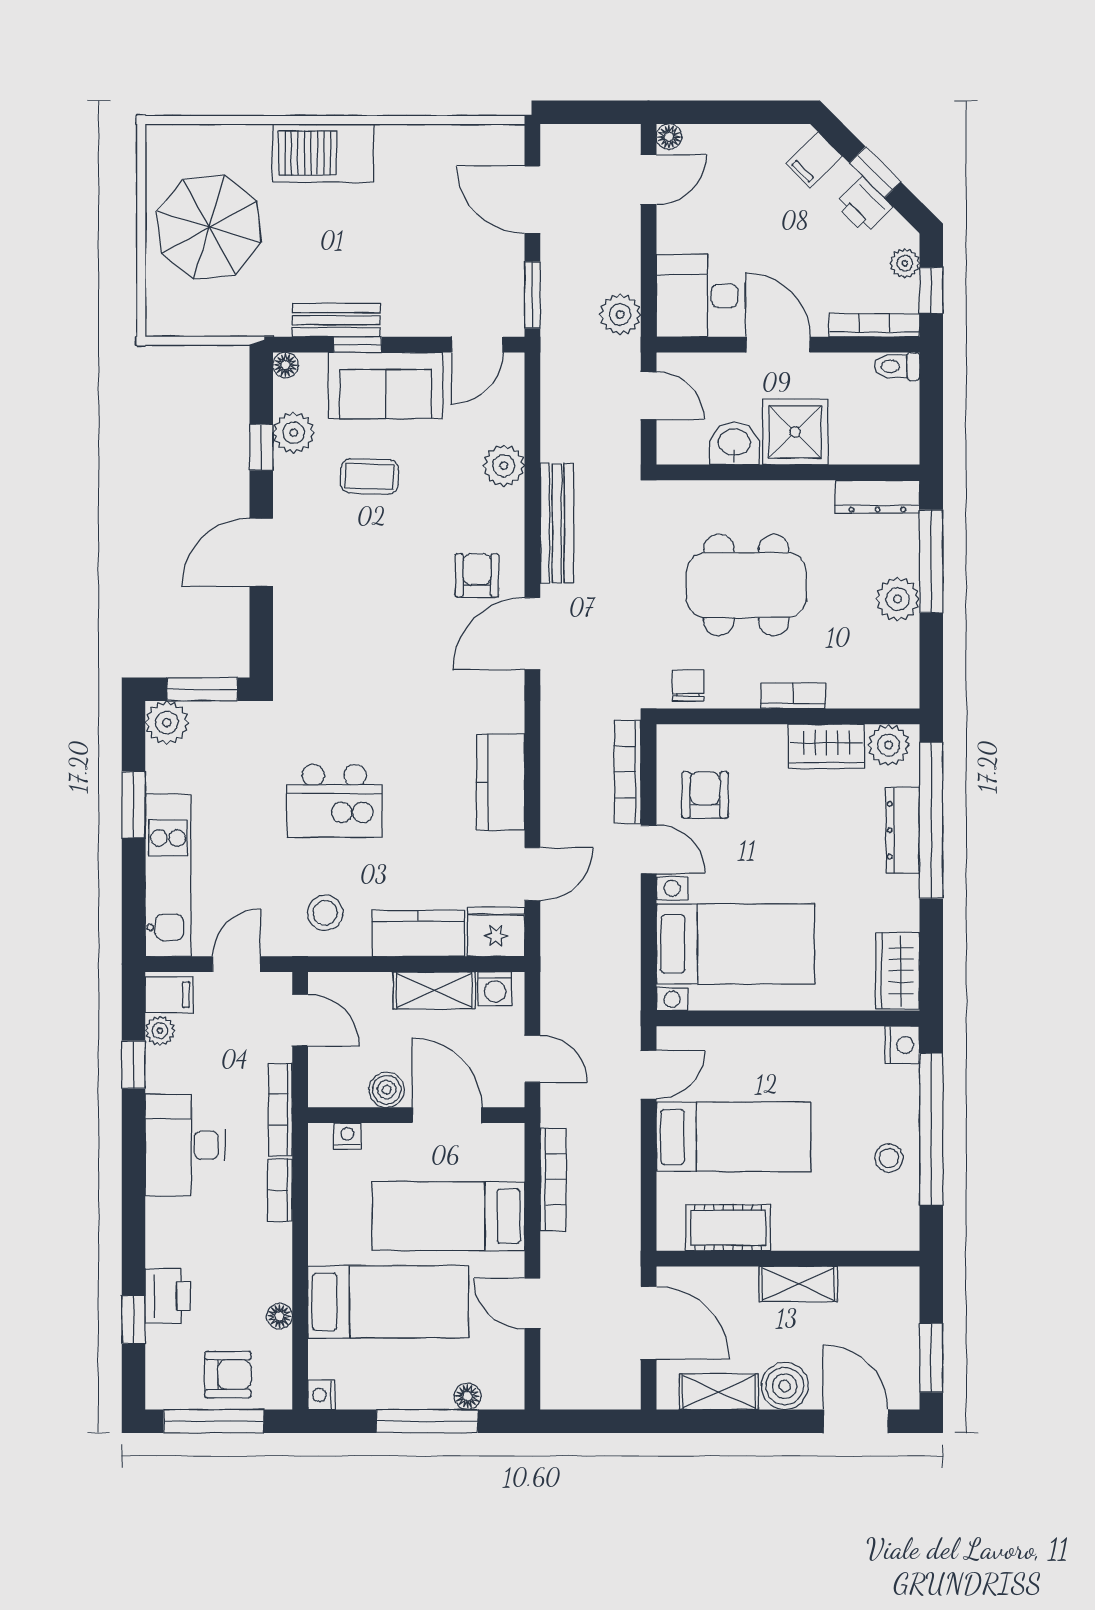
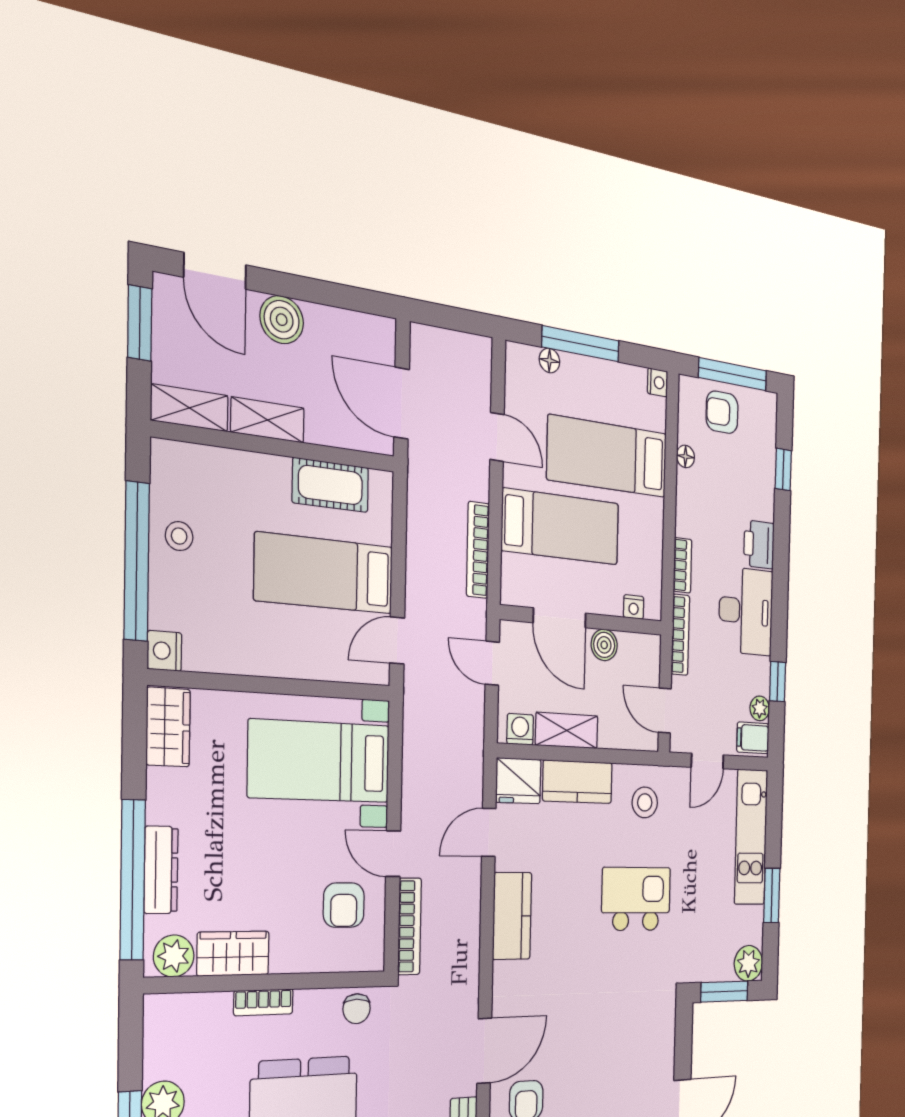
printer: (168, 1296) -> (759, 545), moved
shelving: (719, 1392) -> (190, 408), moved

